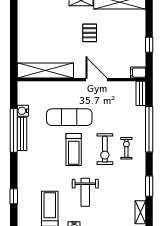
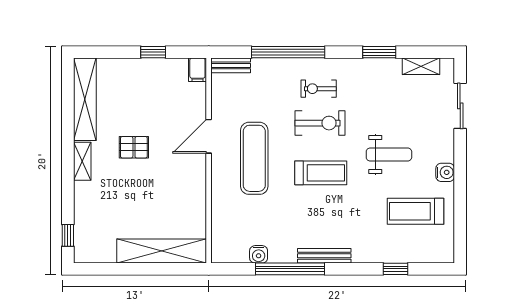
shelving: (45, 71) -> (162, 251), moved, turned 90
exercise mat: (69, 117) -> (254, 158), moved
bench: (22, 134) -> (324, 256), moved

